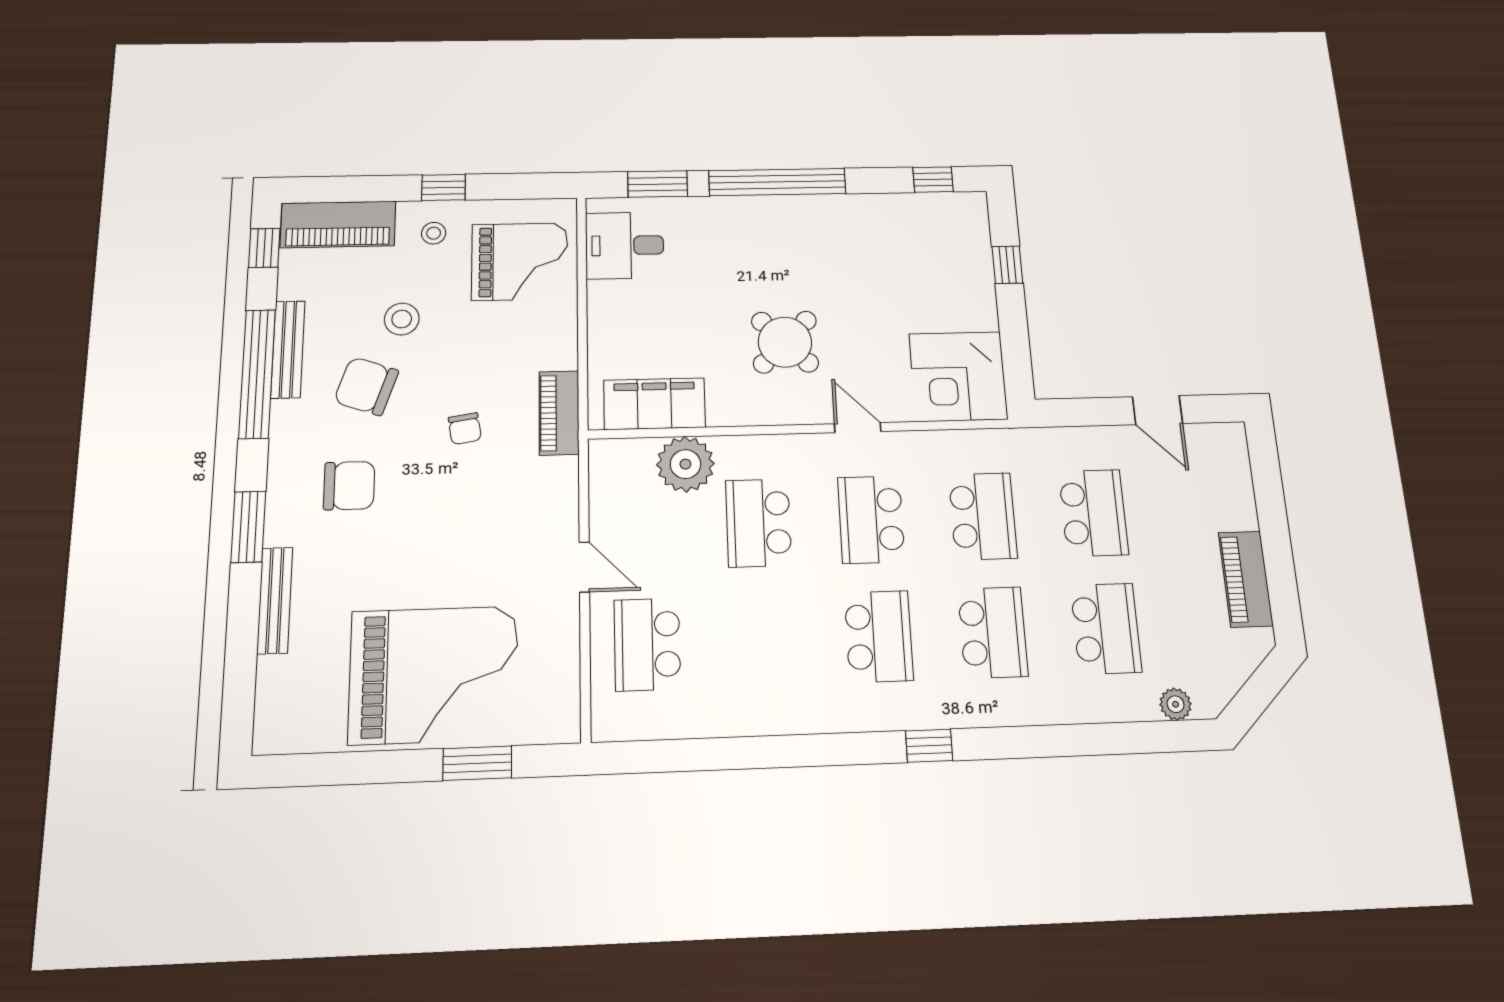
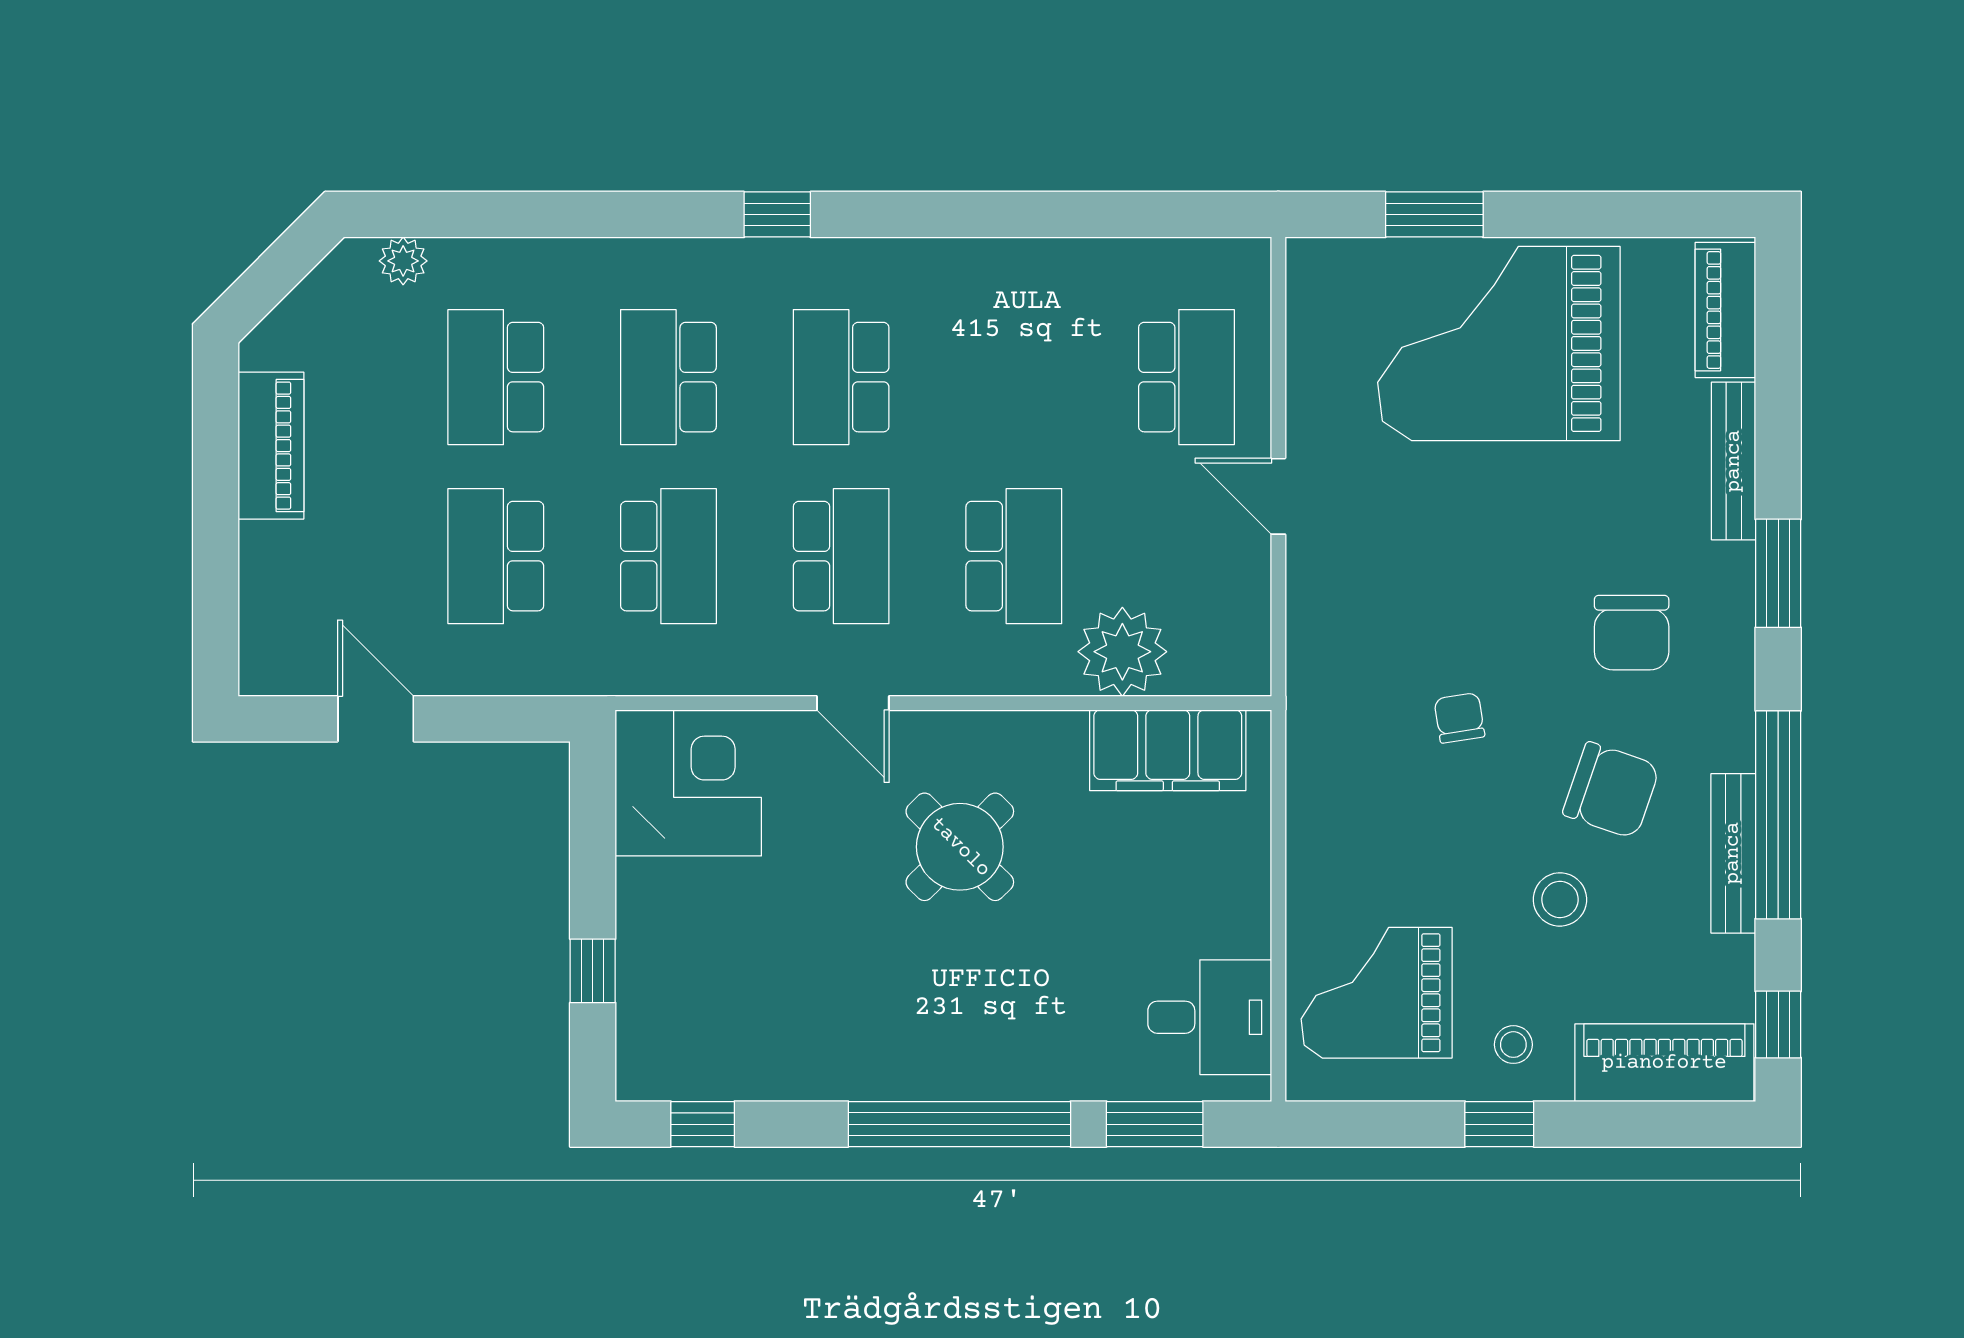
piano: (559, 413) -> (1725, 310), moved, turned 180
chair: (349, 486) -> (1632, 633), turned -90
school desk: (983, 516) -> (668, 556), turned 180

